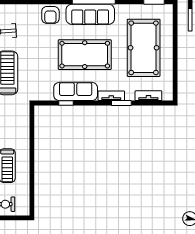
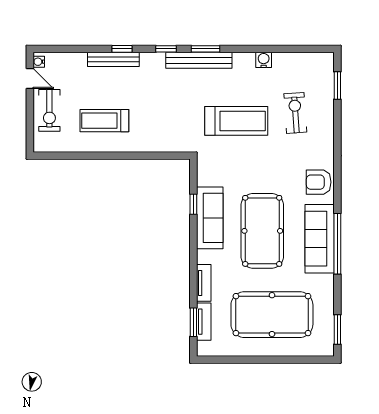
tv unit: (111, 96) -> (204, 283), moved
window: (121, 103) -> (193, 322), moved

